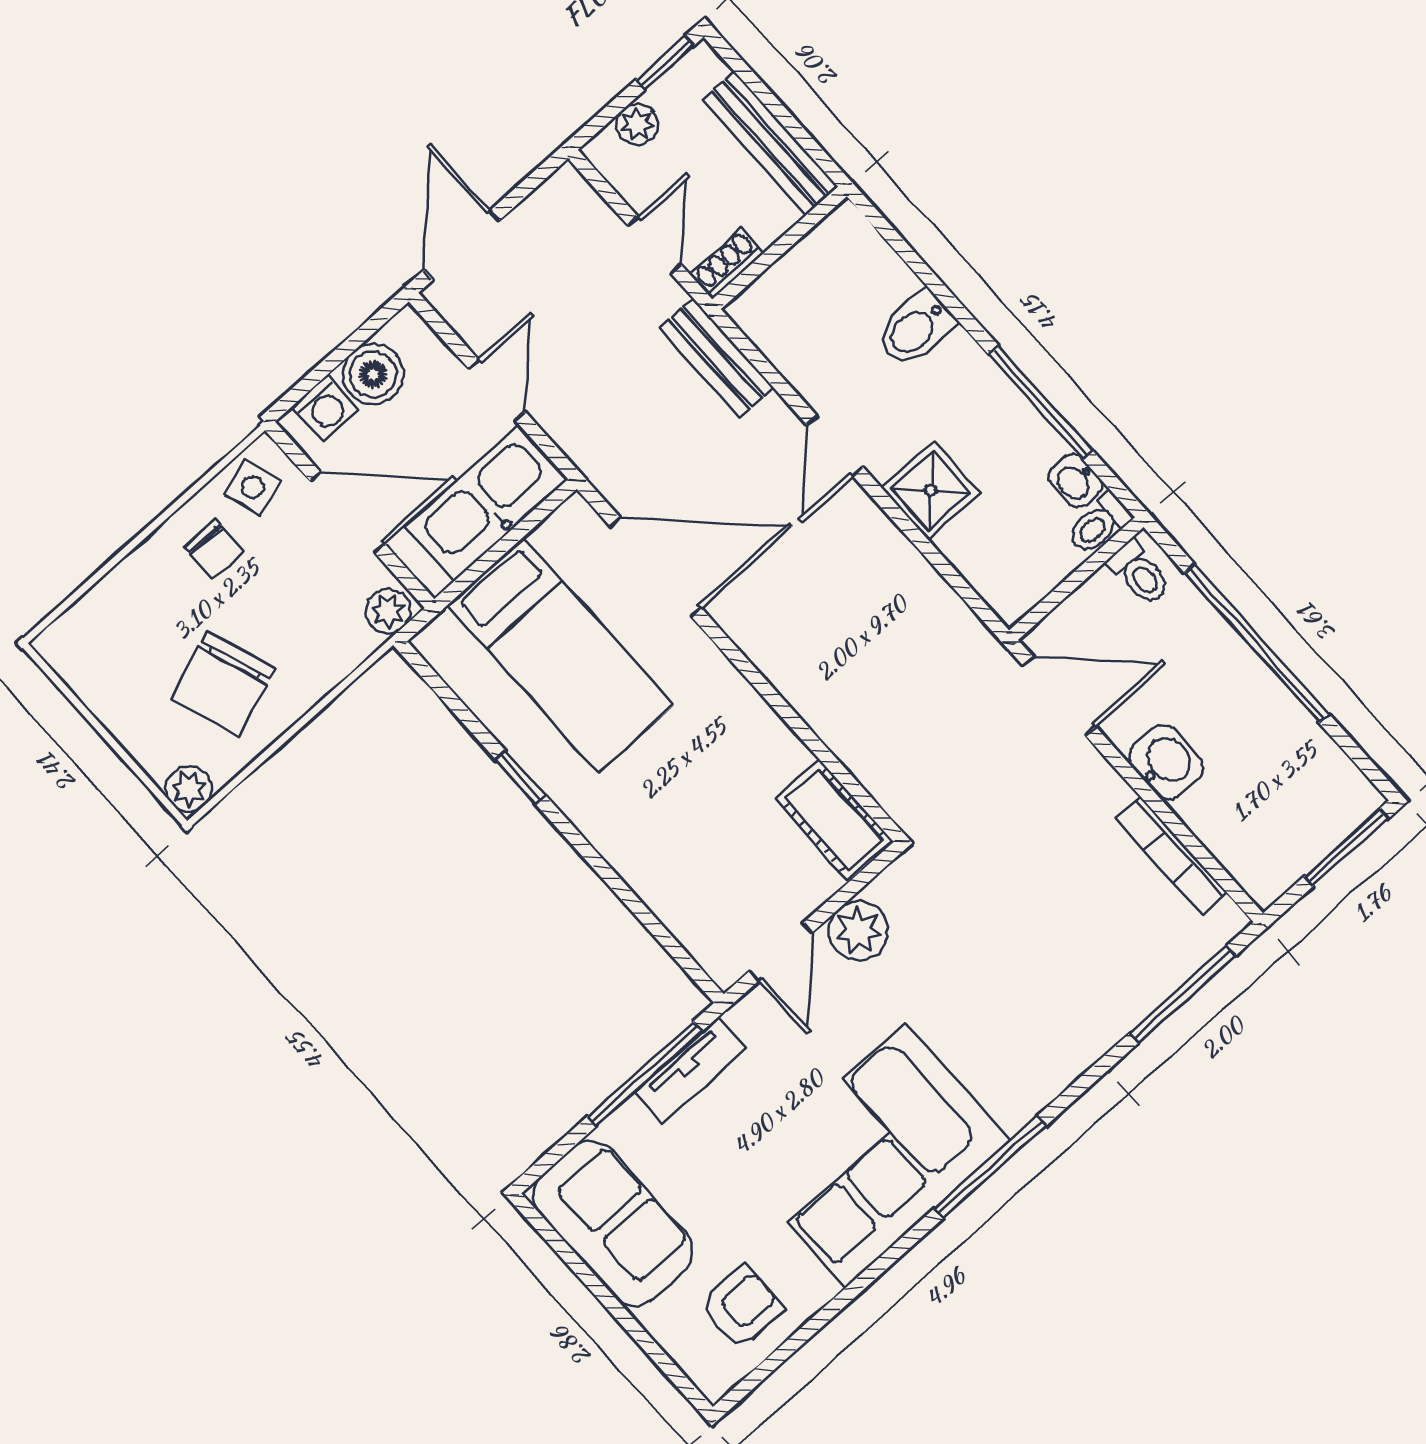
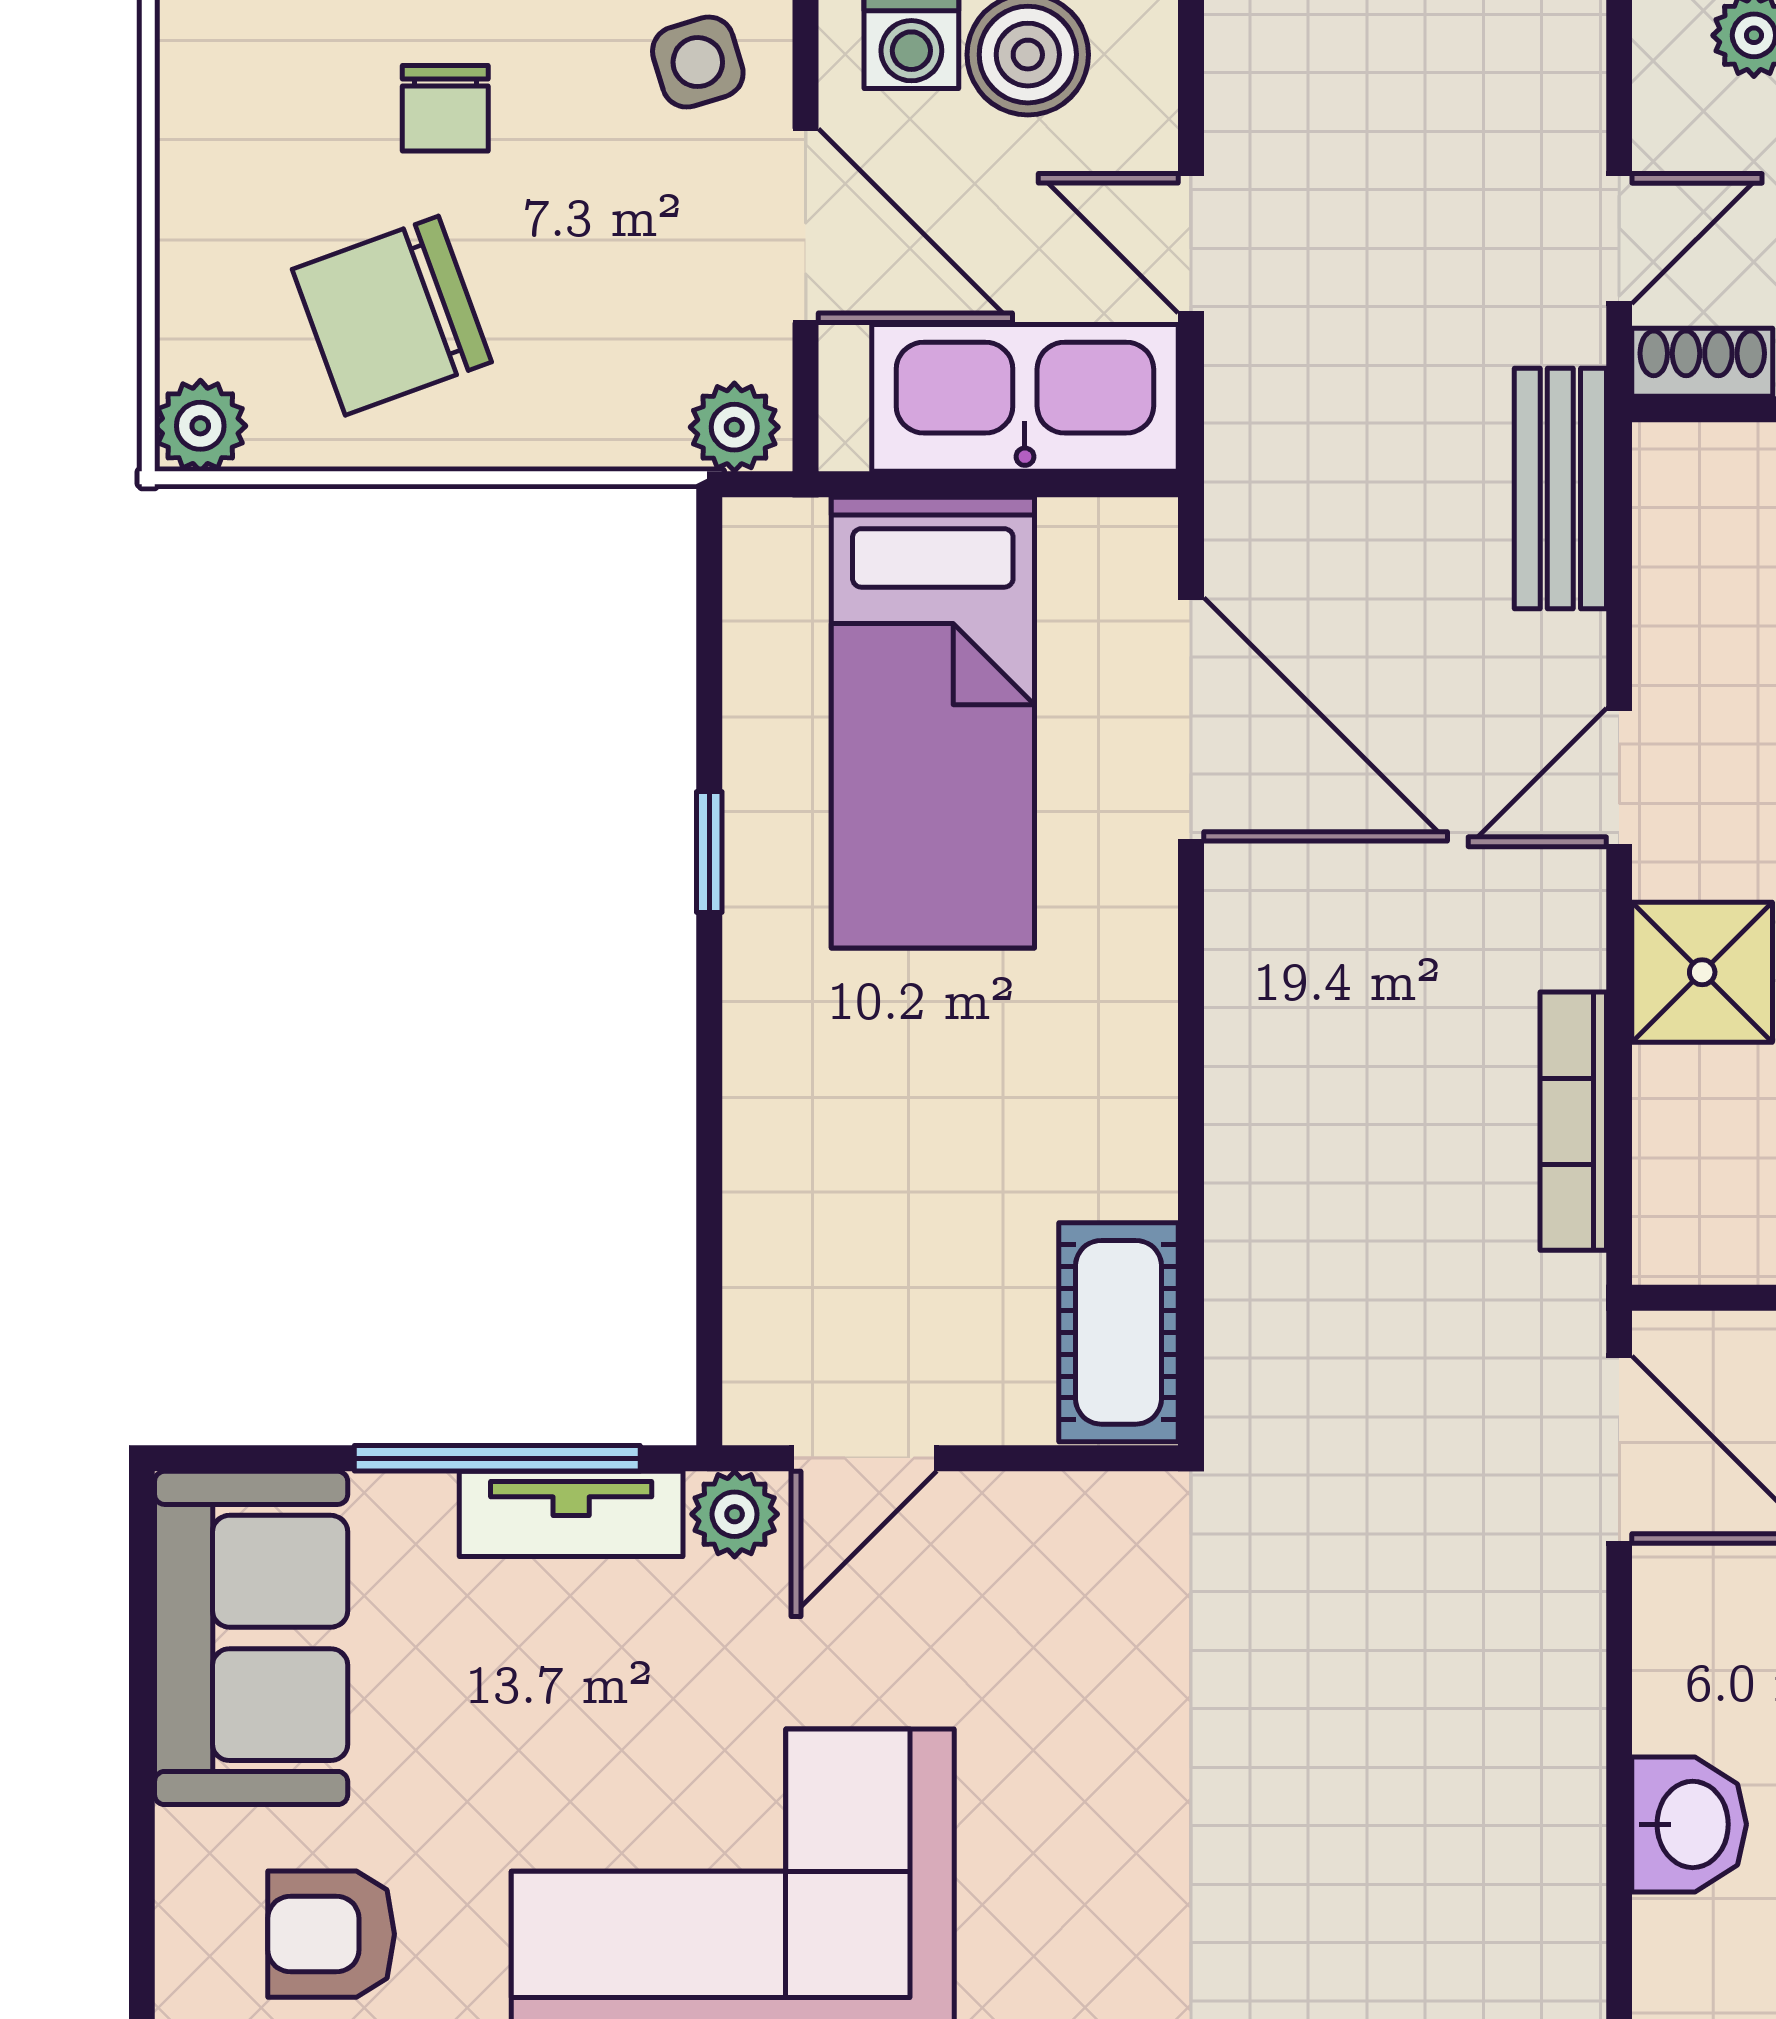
door: (497, 390) -> (1191, 243), swing flipped
chair: (214, 549) -> (445, 108), moved
washbasin: (1166, 762) -> (1689, 1824), moved
bookcase: (1172, 856) -> (1573, 1121), moved
plant: (858, 931) -> (735, 1514), moved, width x0.73, depth x0.73
armchair: (742, 1307) -> (331, 1934), turned 180

